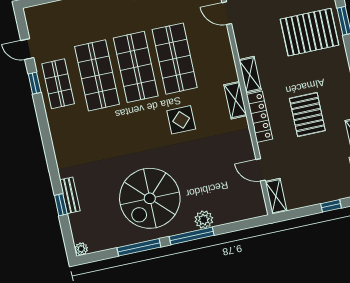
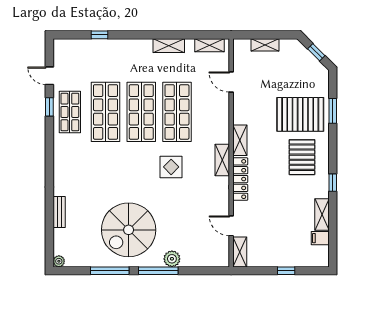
pallet: (307, 114) -> (302, 157), moved
window: (61, 205) -> (49, 219), removed

